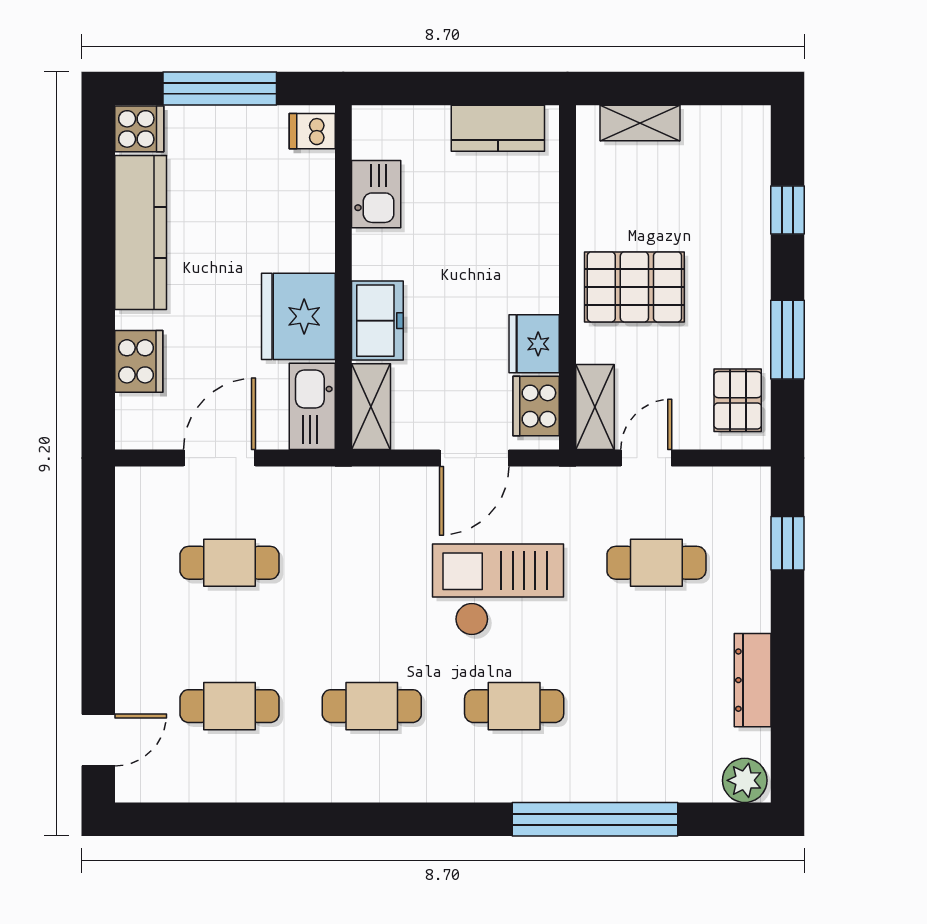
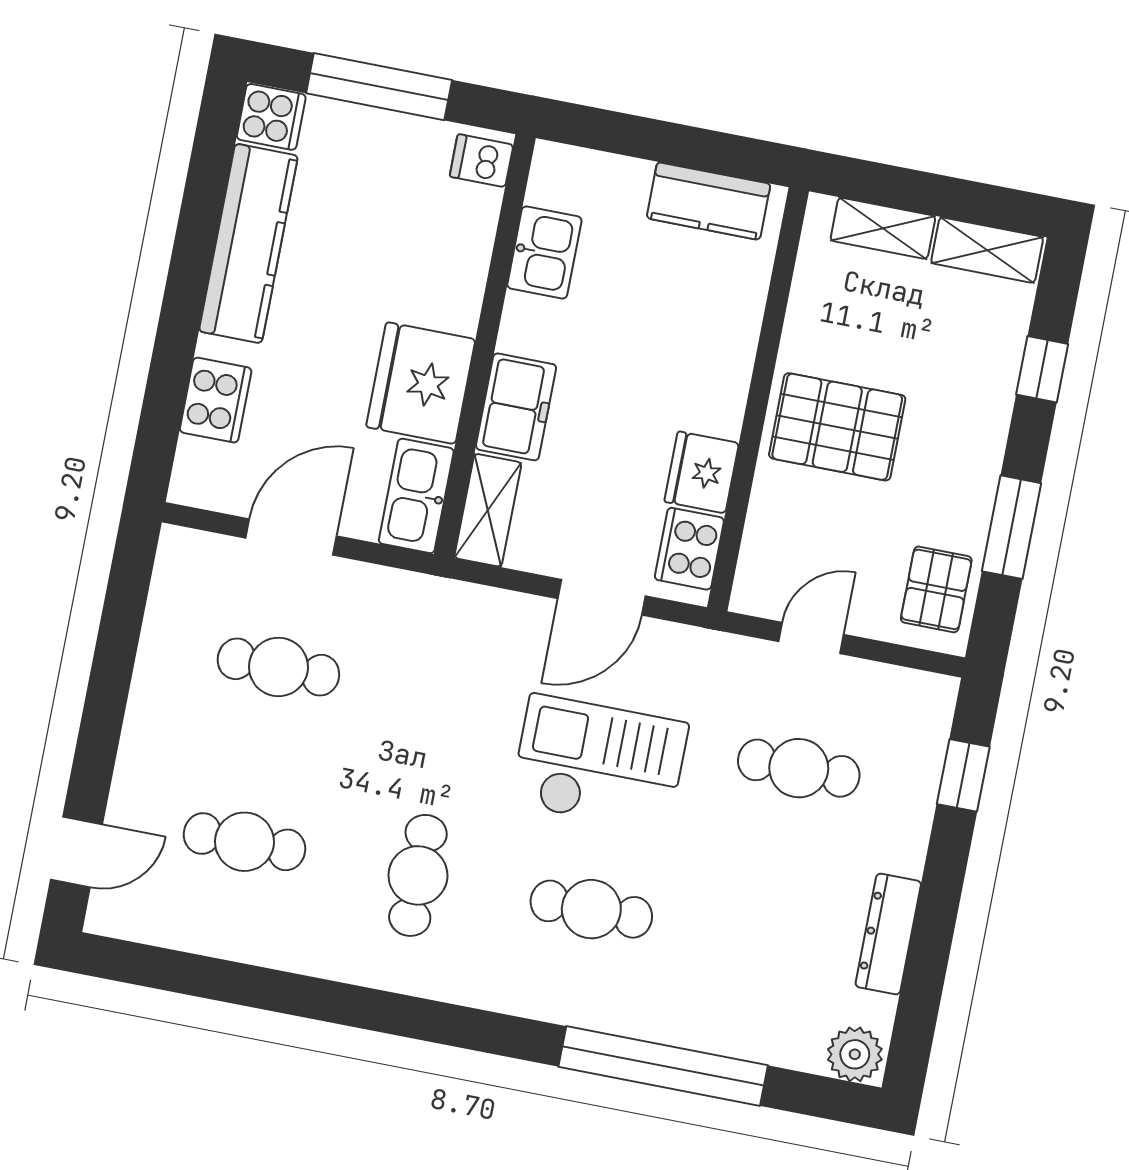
shelving: (595, 407) -> (987, 250), moved, turned 90
cafe table: (372, 706) -> (418, 875), turned 90

